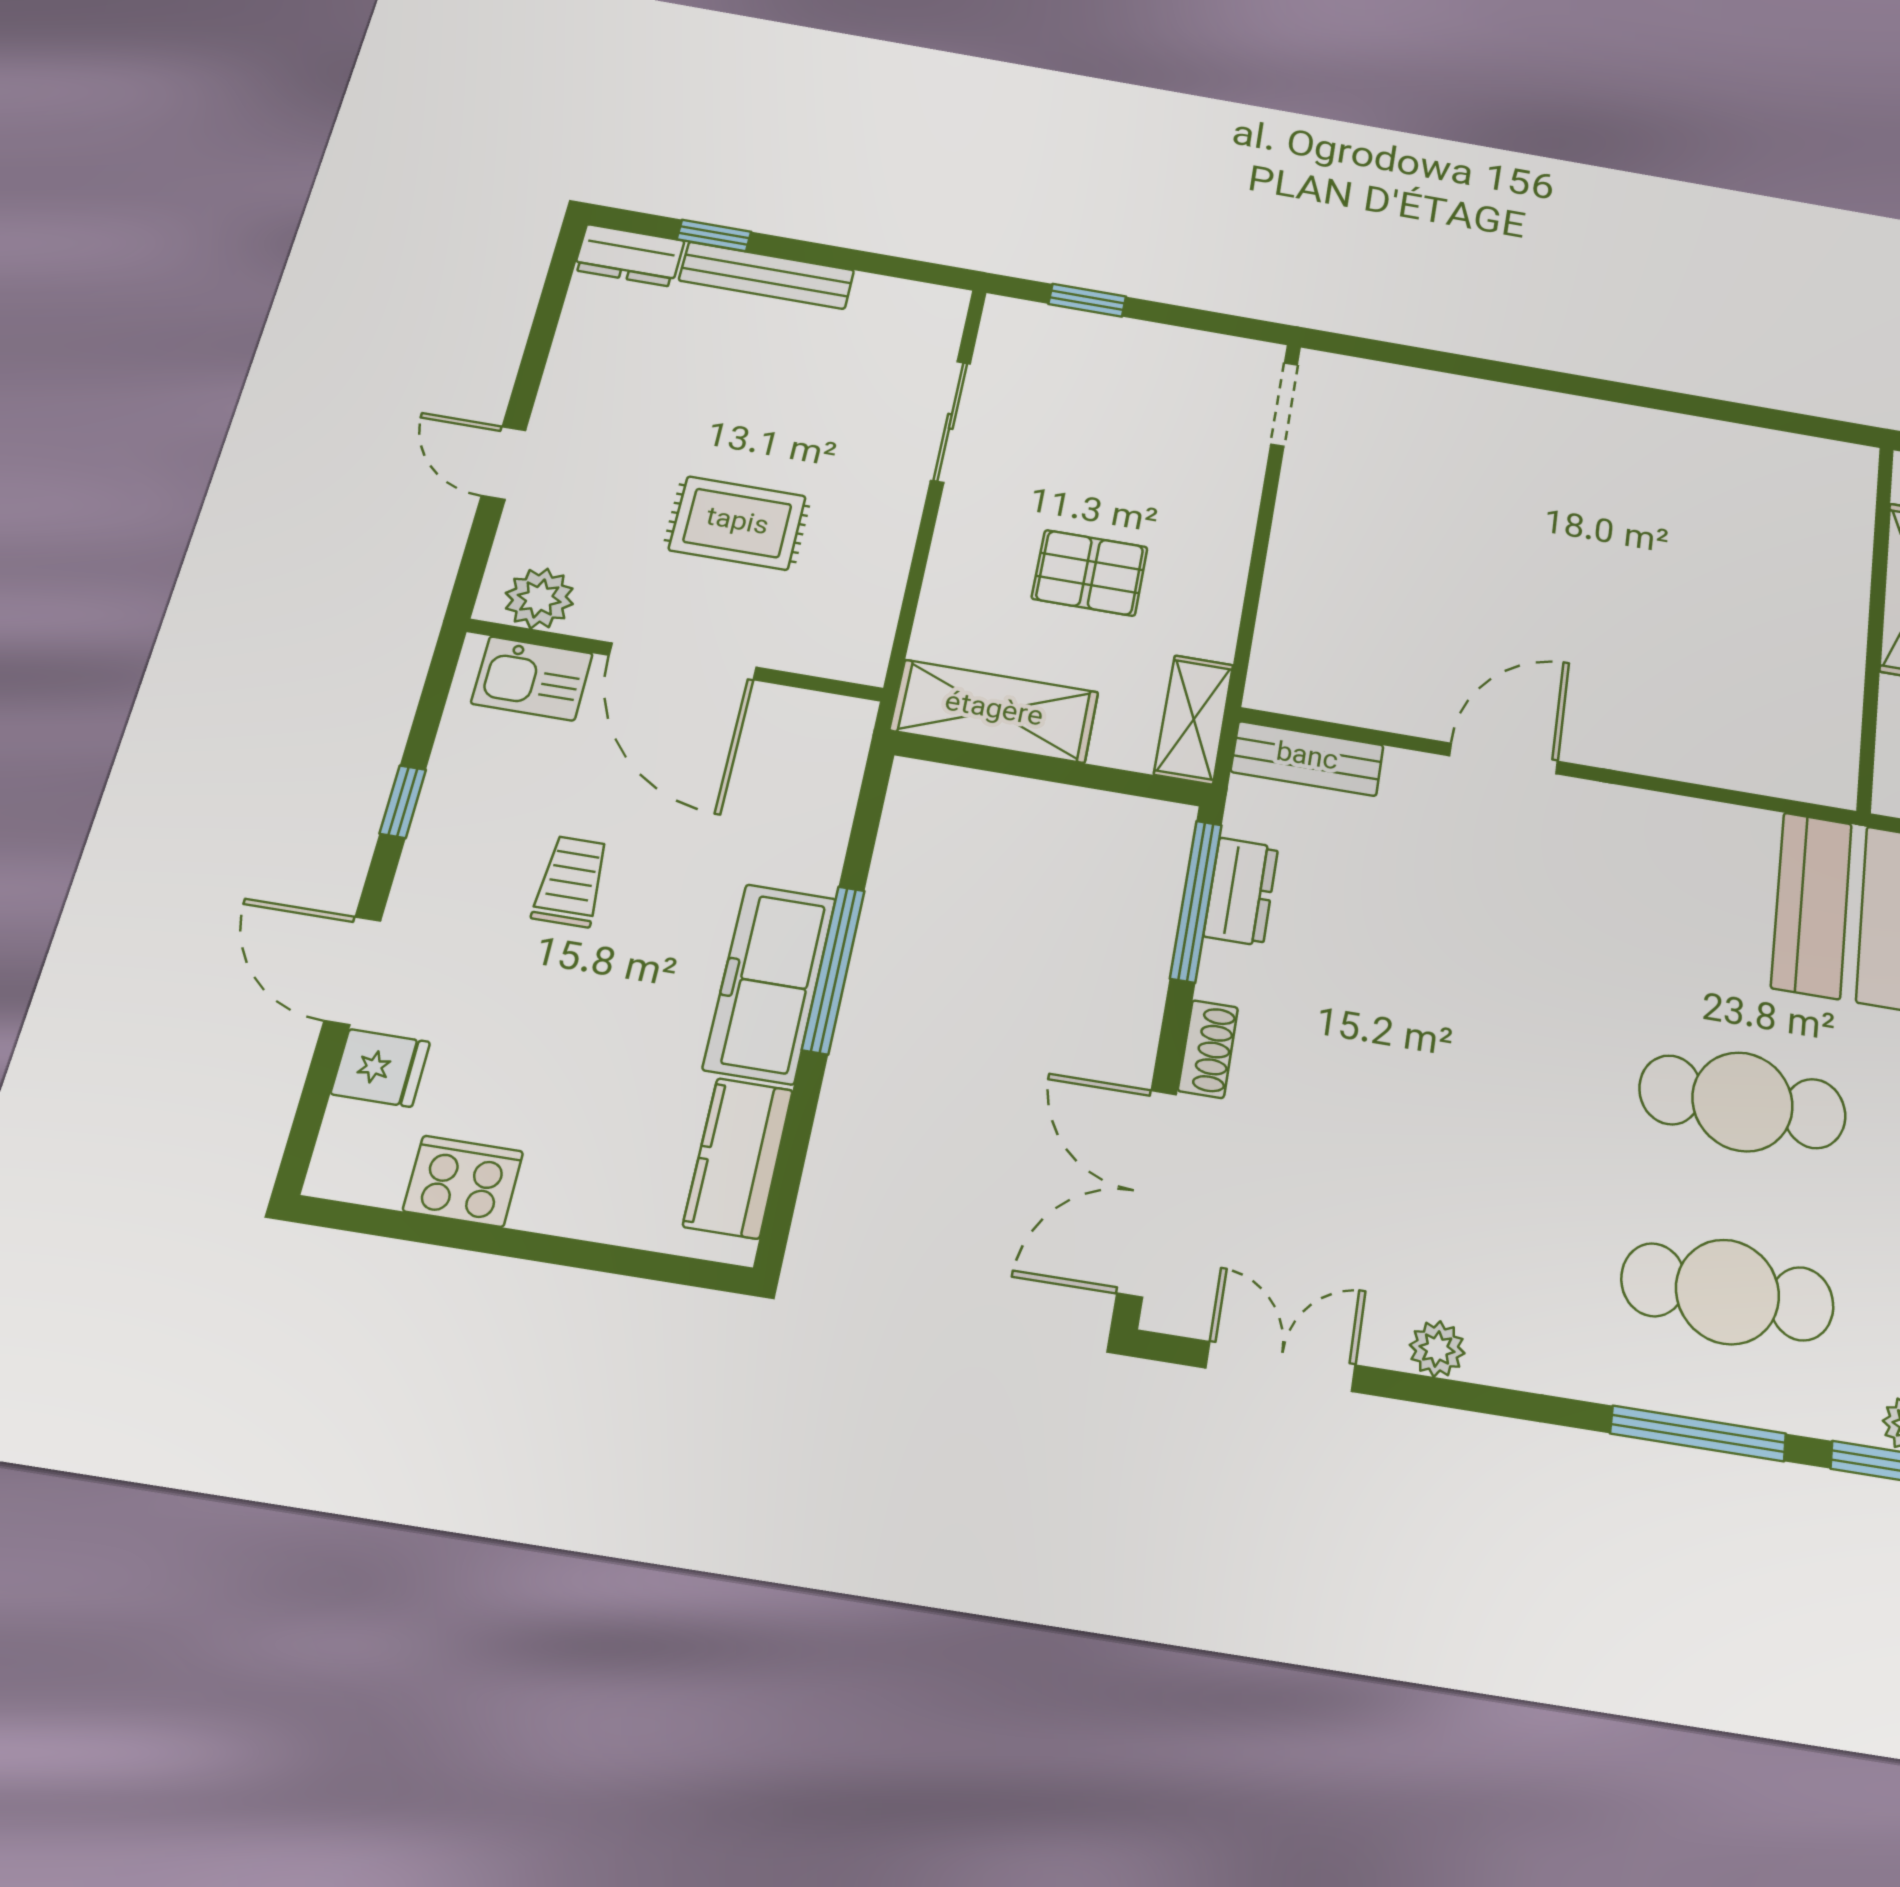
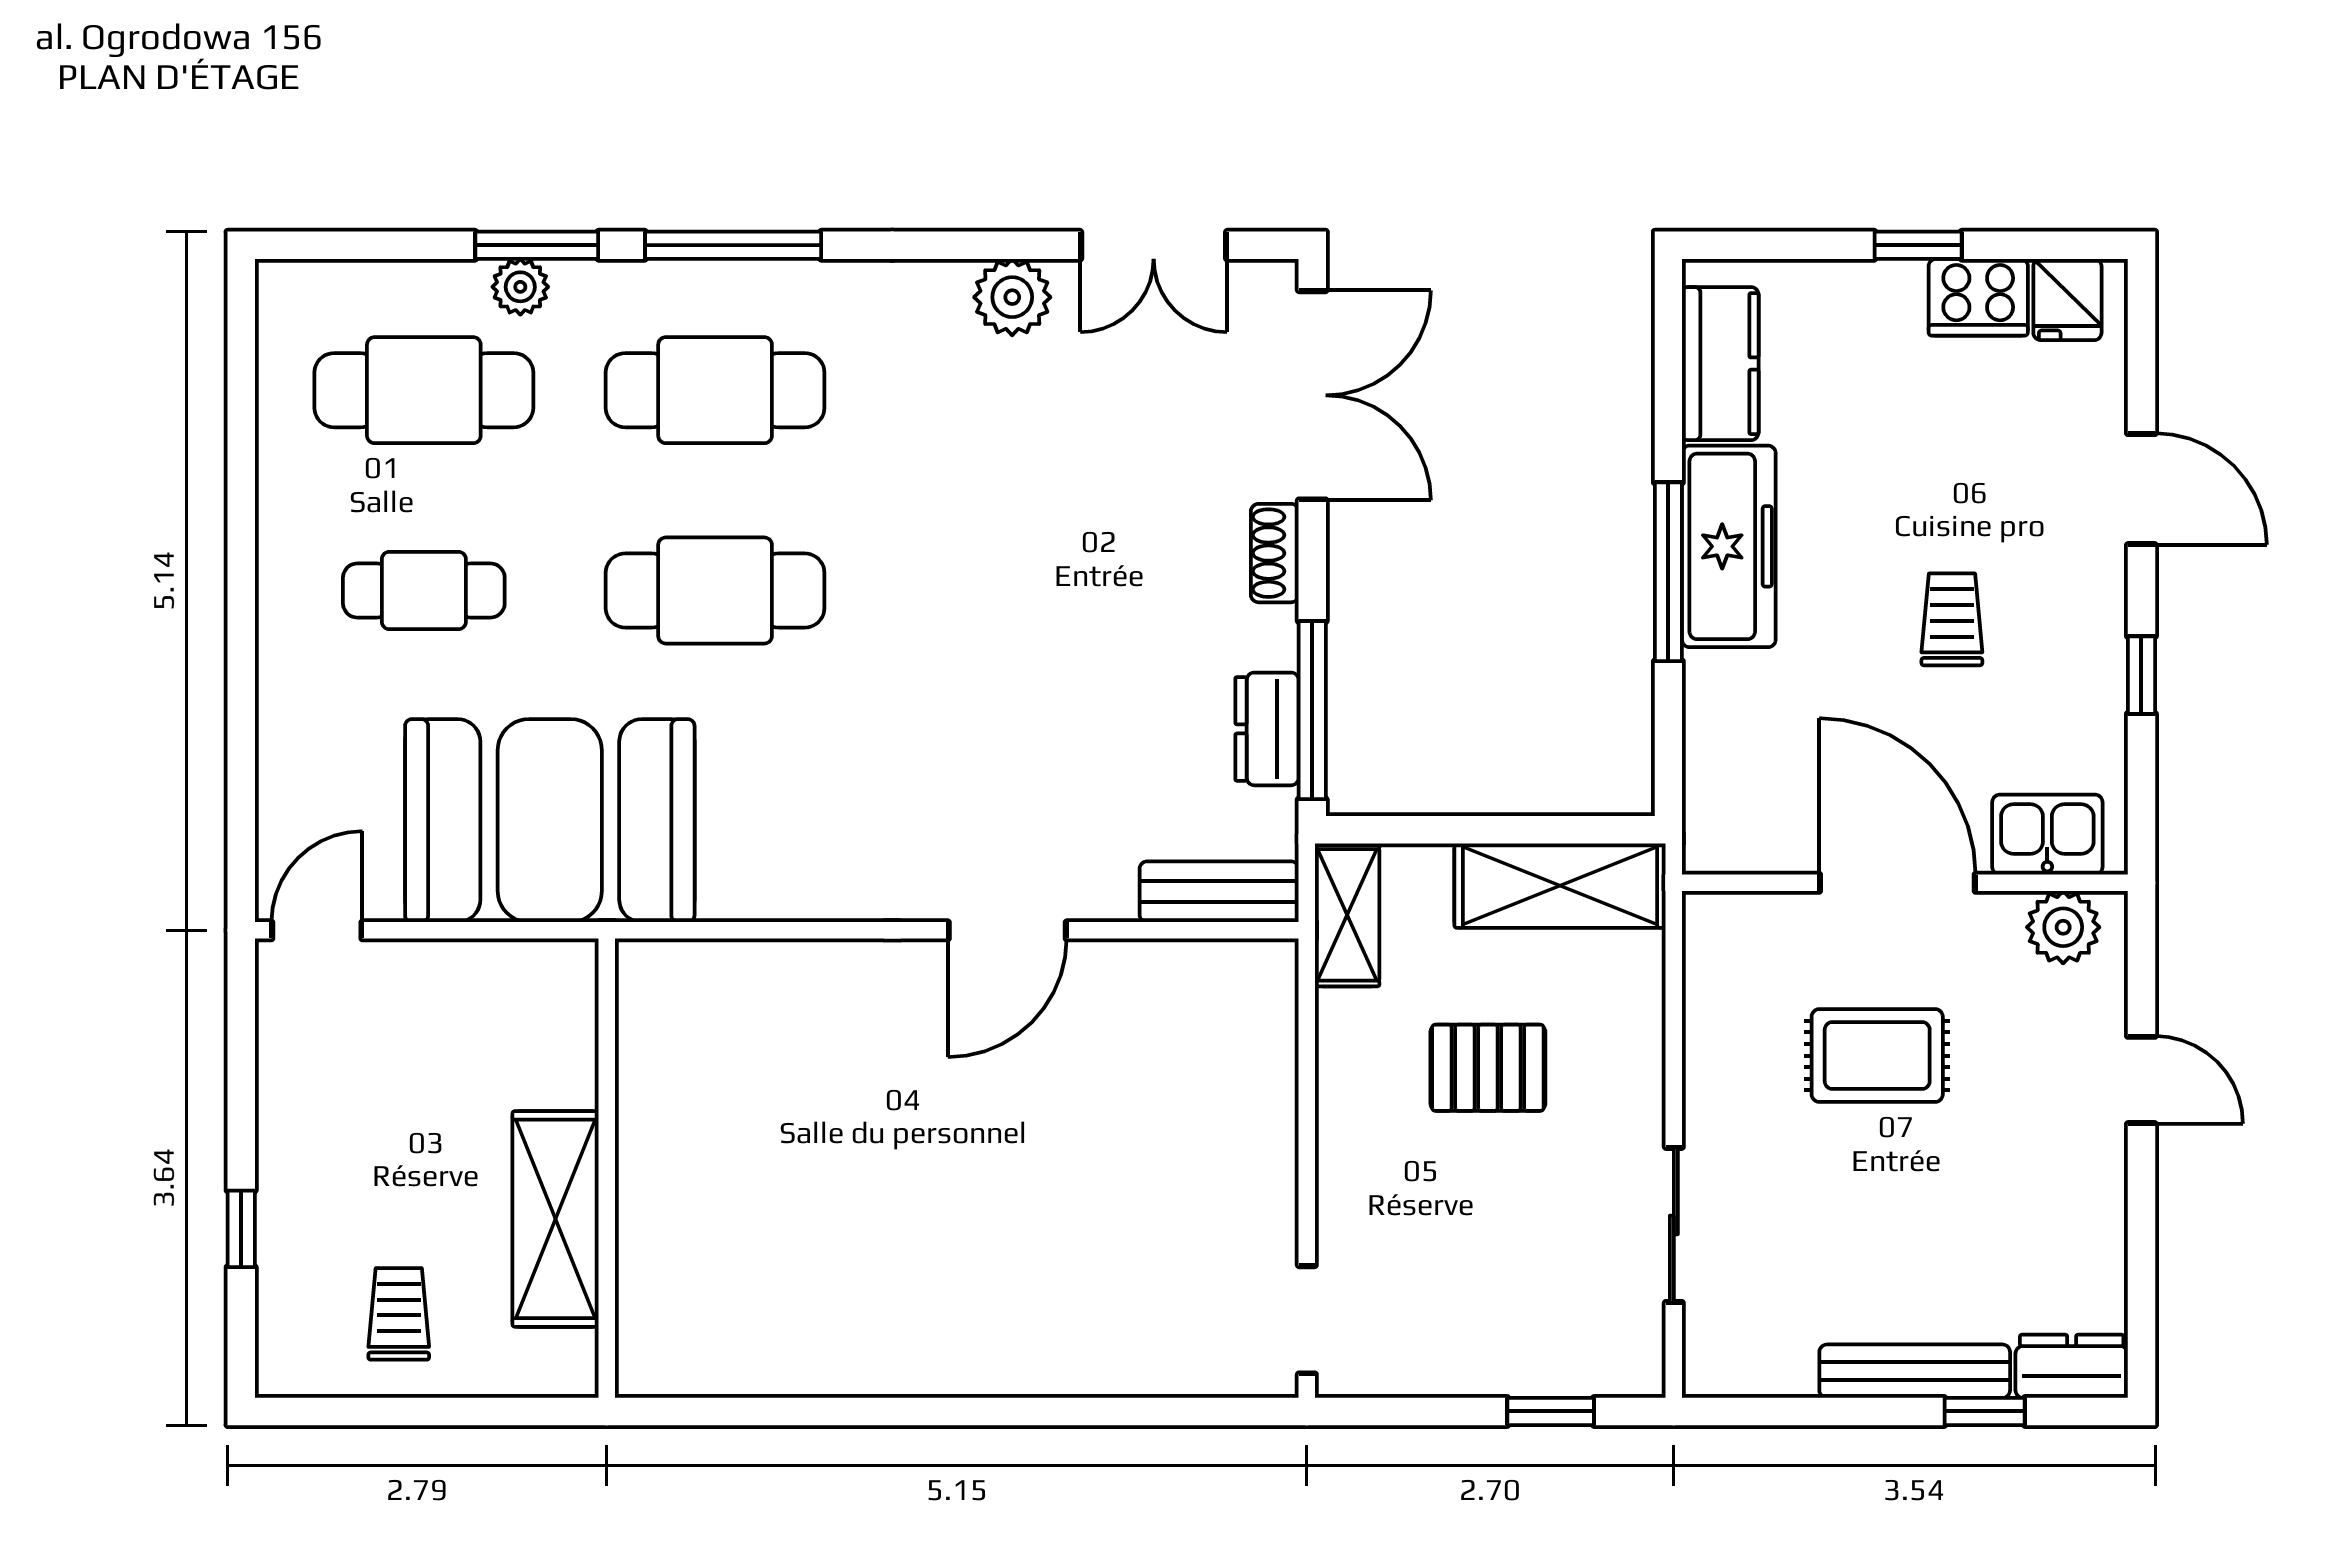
trolley: (571, 881) -> (1952, 619), turned 180
fridge: (380, 1068) -> (2067, 300), moved, turned -90
window: (510, 1243) -> (1918, 245), added
plant: (1437, 1349) -> (1012, 297), width x1.38, depth x1.38

